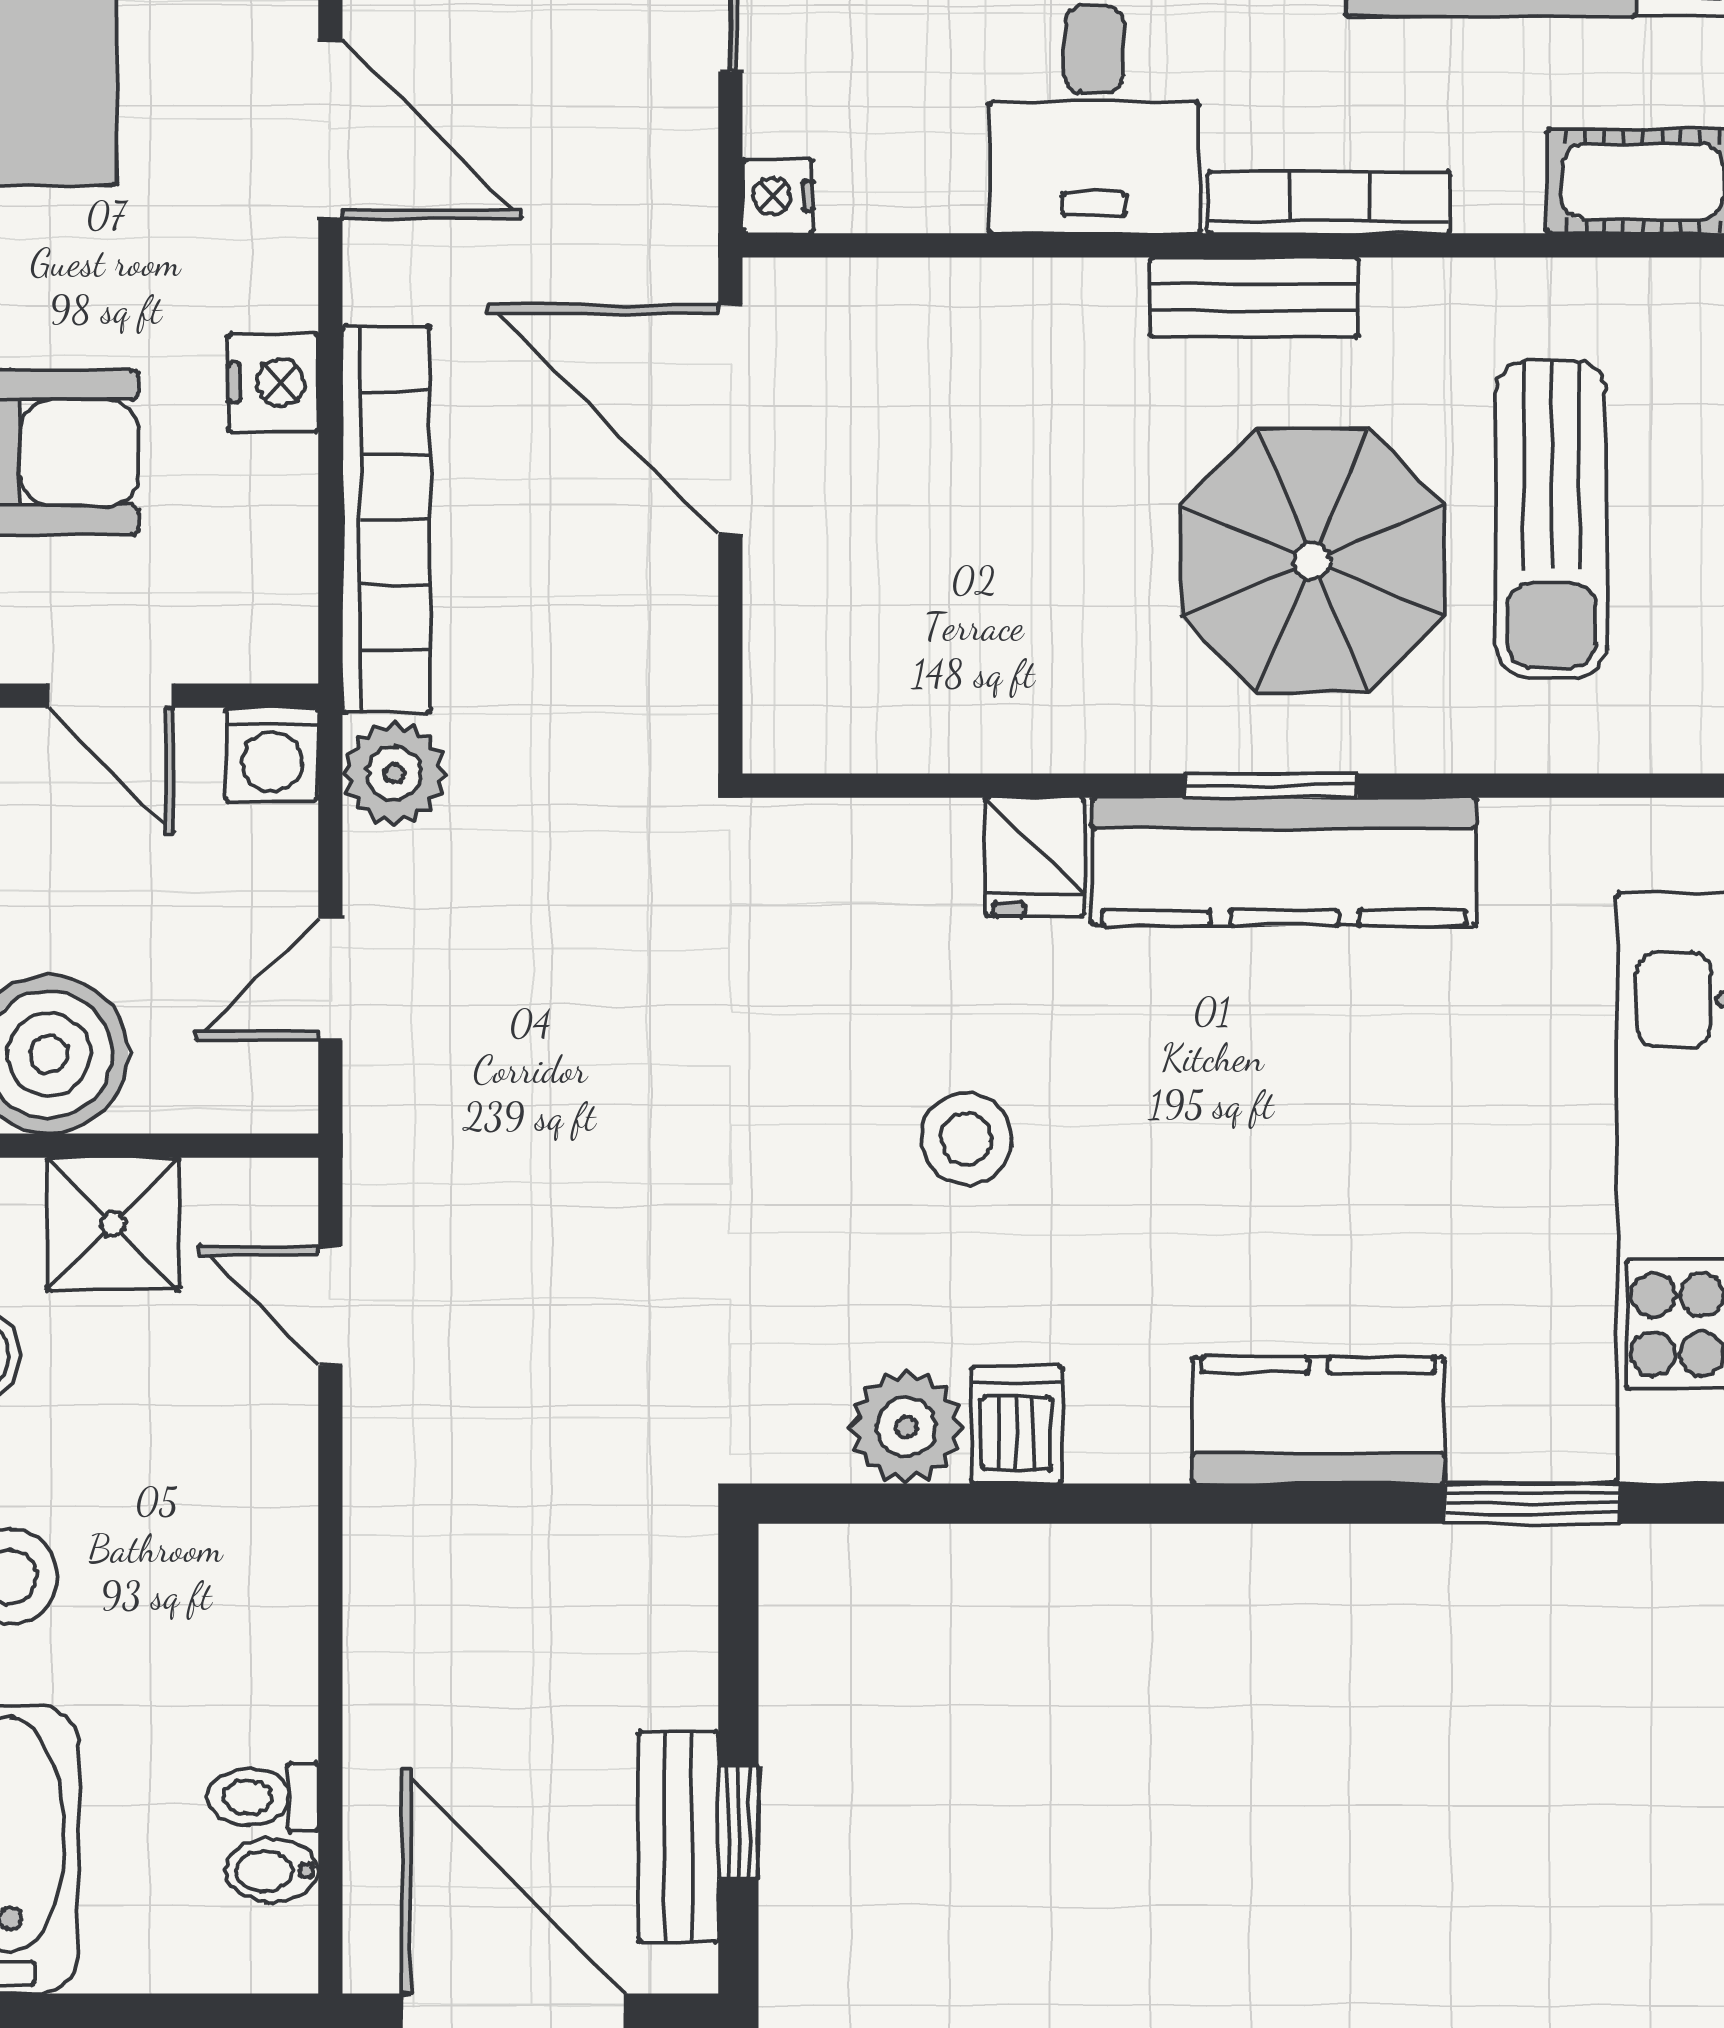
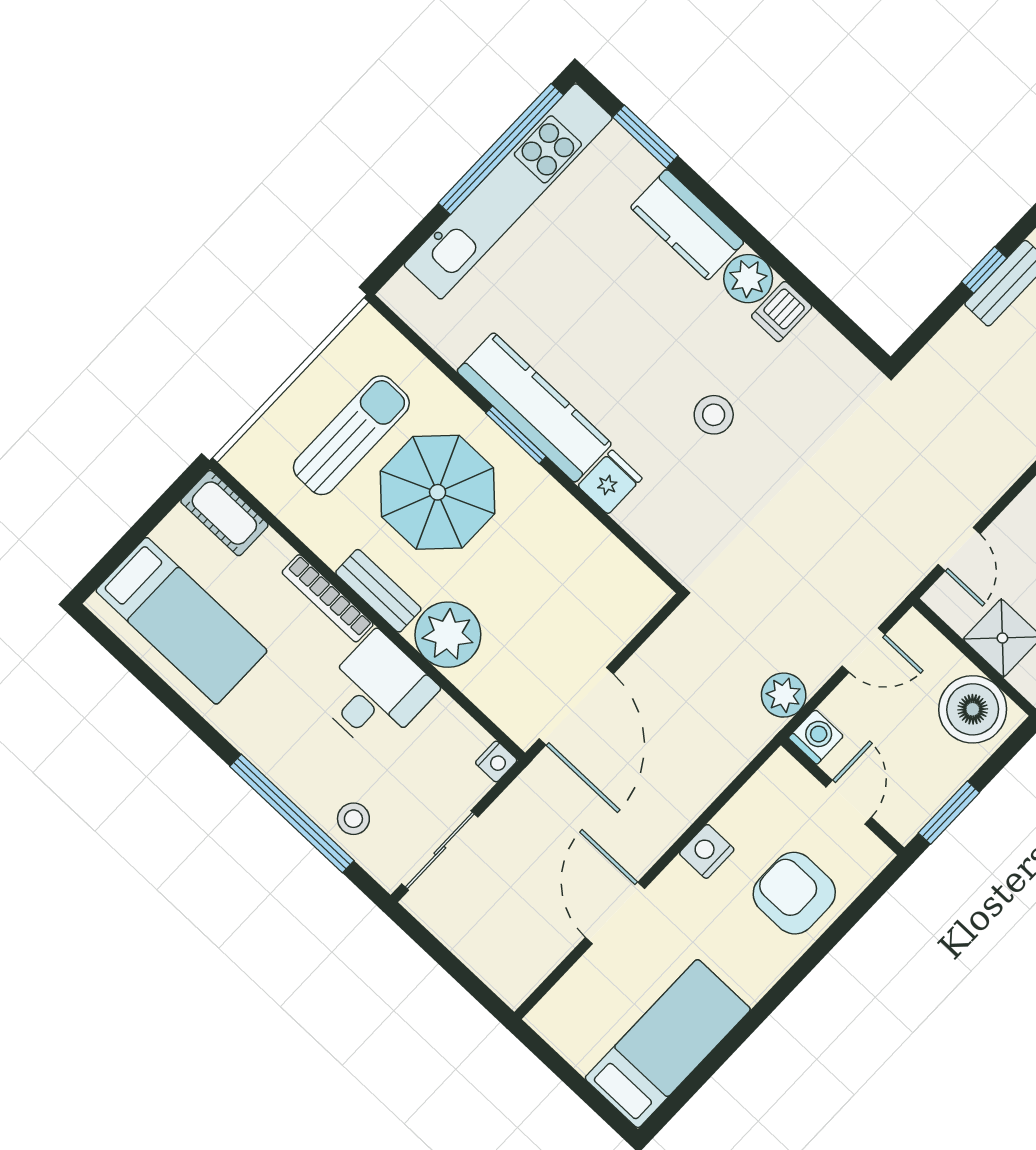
plant: (1065, 335) -> (448, 635), added
bookcase: (386, 520) -> (712, 776), removed
plant: (906, 1427) -> (748, 279), moved

